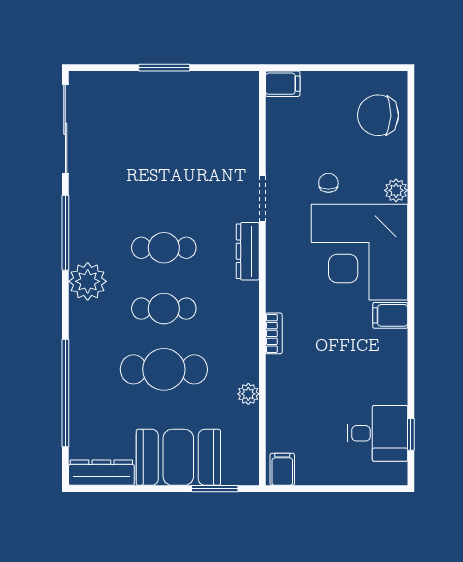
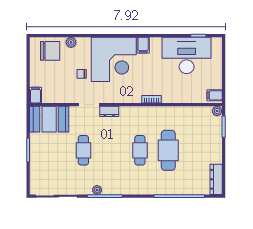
chair: (378, 115) -> (50, 51), turned -92
plant: (396, 190) -> (71, 42), moved
cafe table: (164, 248) -> (83, 150), moved
dresser: (248, 251) -> (109, 111), width x0.70
plant: (88, 281) -> (97, 190), moved, width x0.53, depth x0.53
plant: (248, 394) -> (217, 111), moved
desk: (377, 433) -> (187, 55), width x1.87, depth x1.30
booth: (178, 457) -> (49, 119), moved, turned 90

